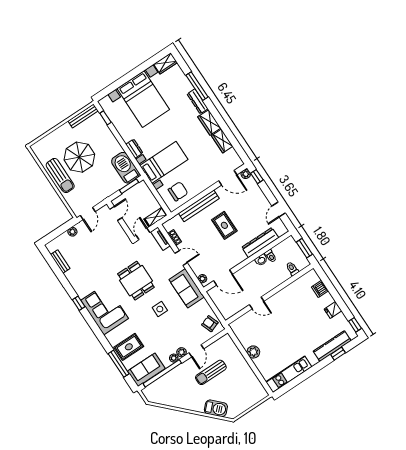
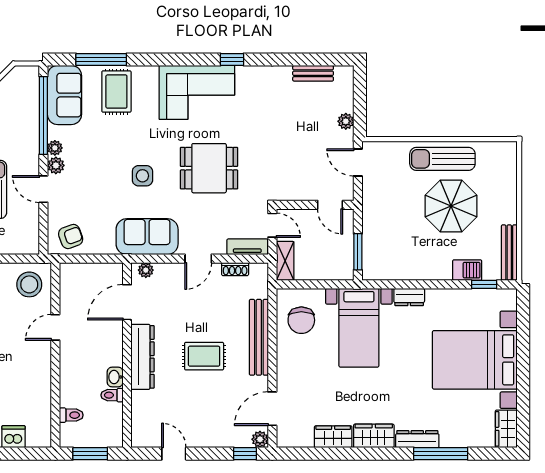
barbecue: (125, 168) -> (467, 270), moved, width x0.53, depth x0.65
dresser: (260, 243) -> (143, 357), moved
stool: (245, 328) -> (29, 284), added

